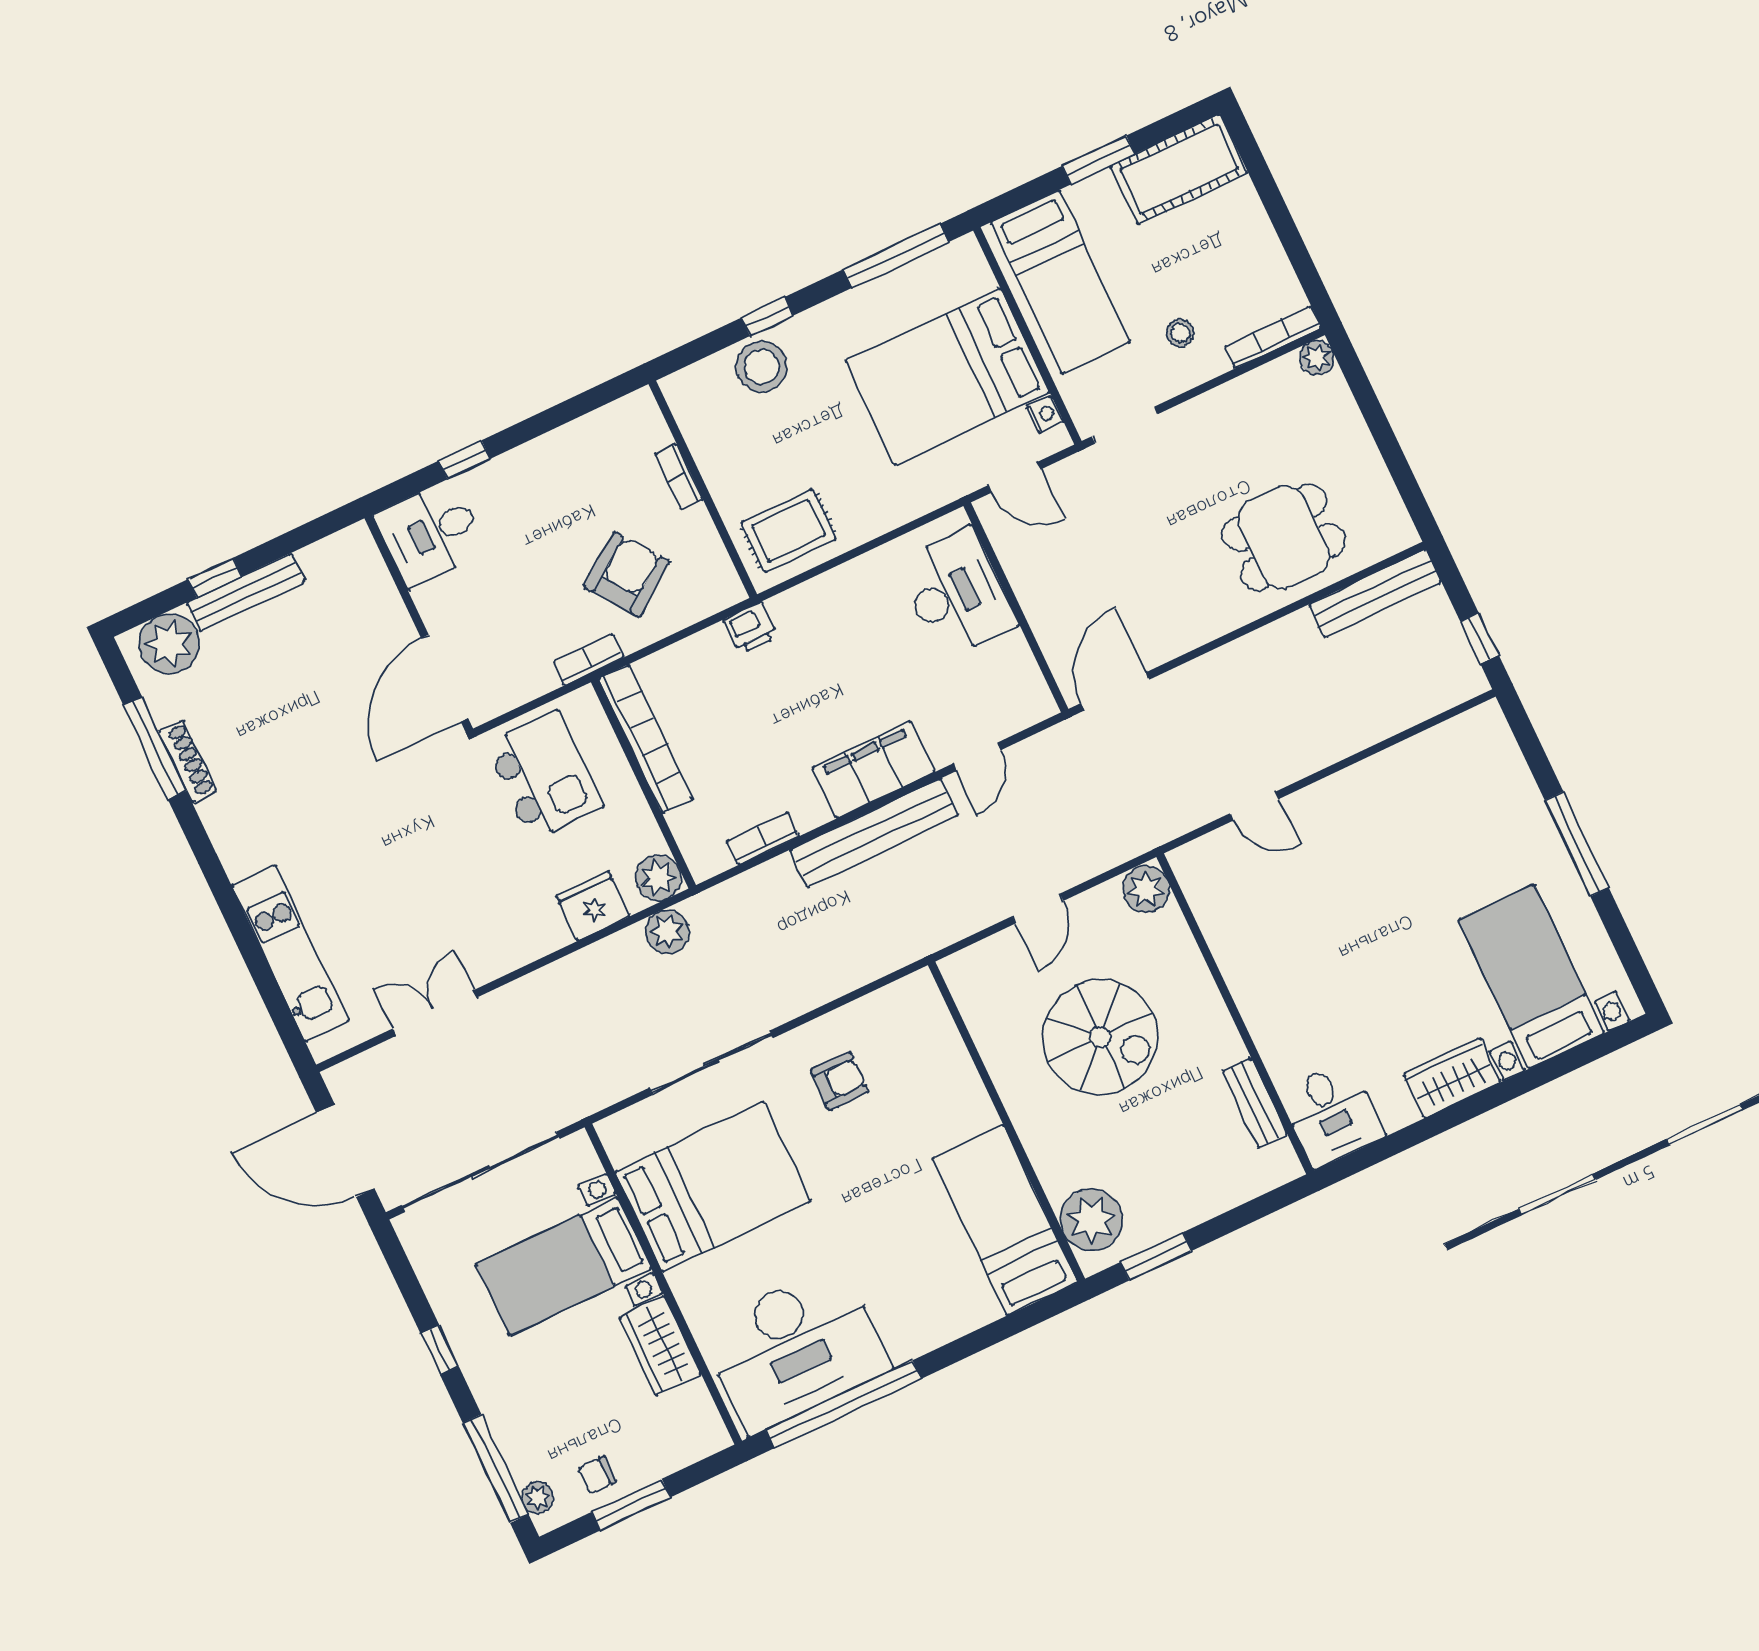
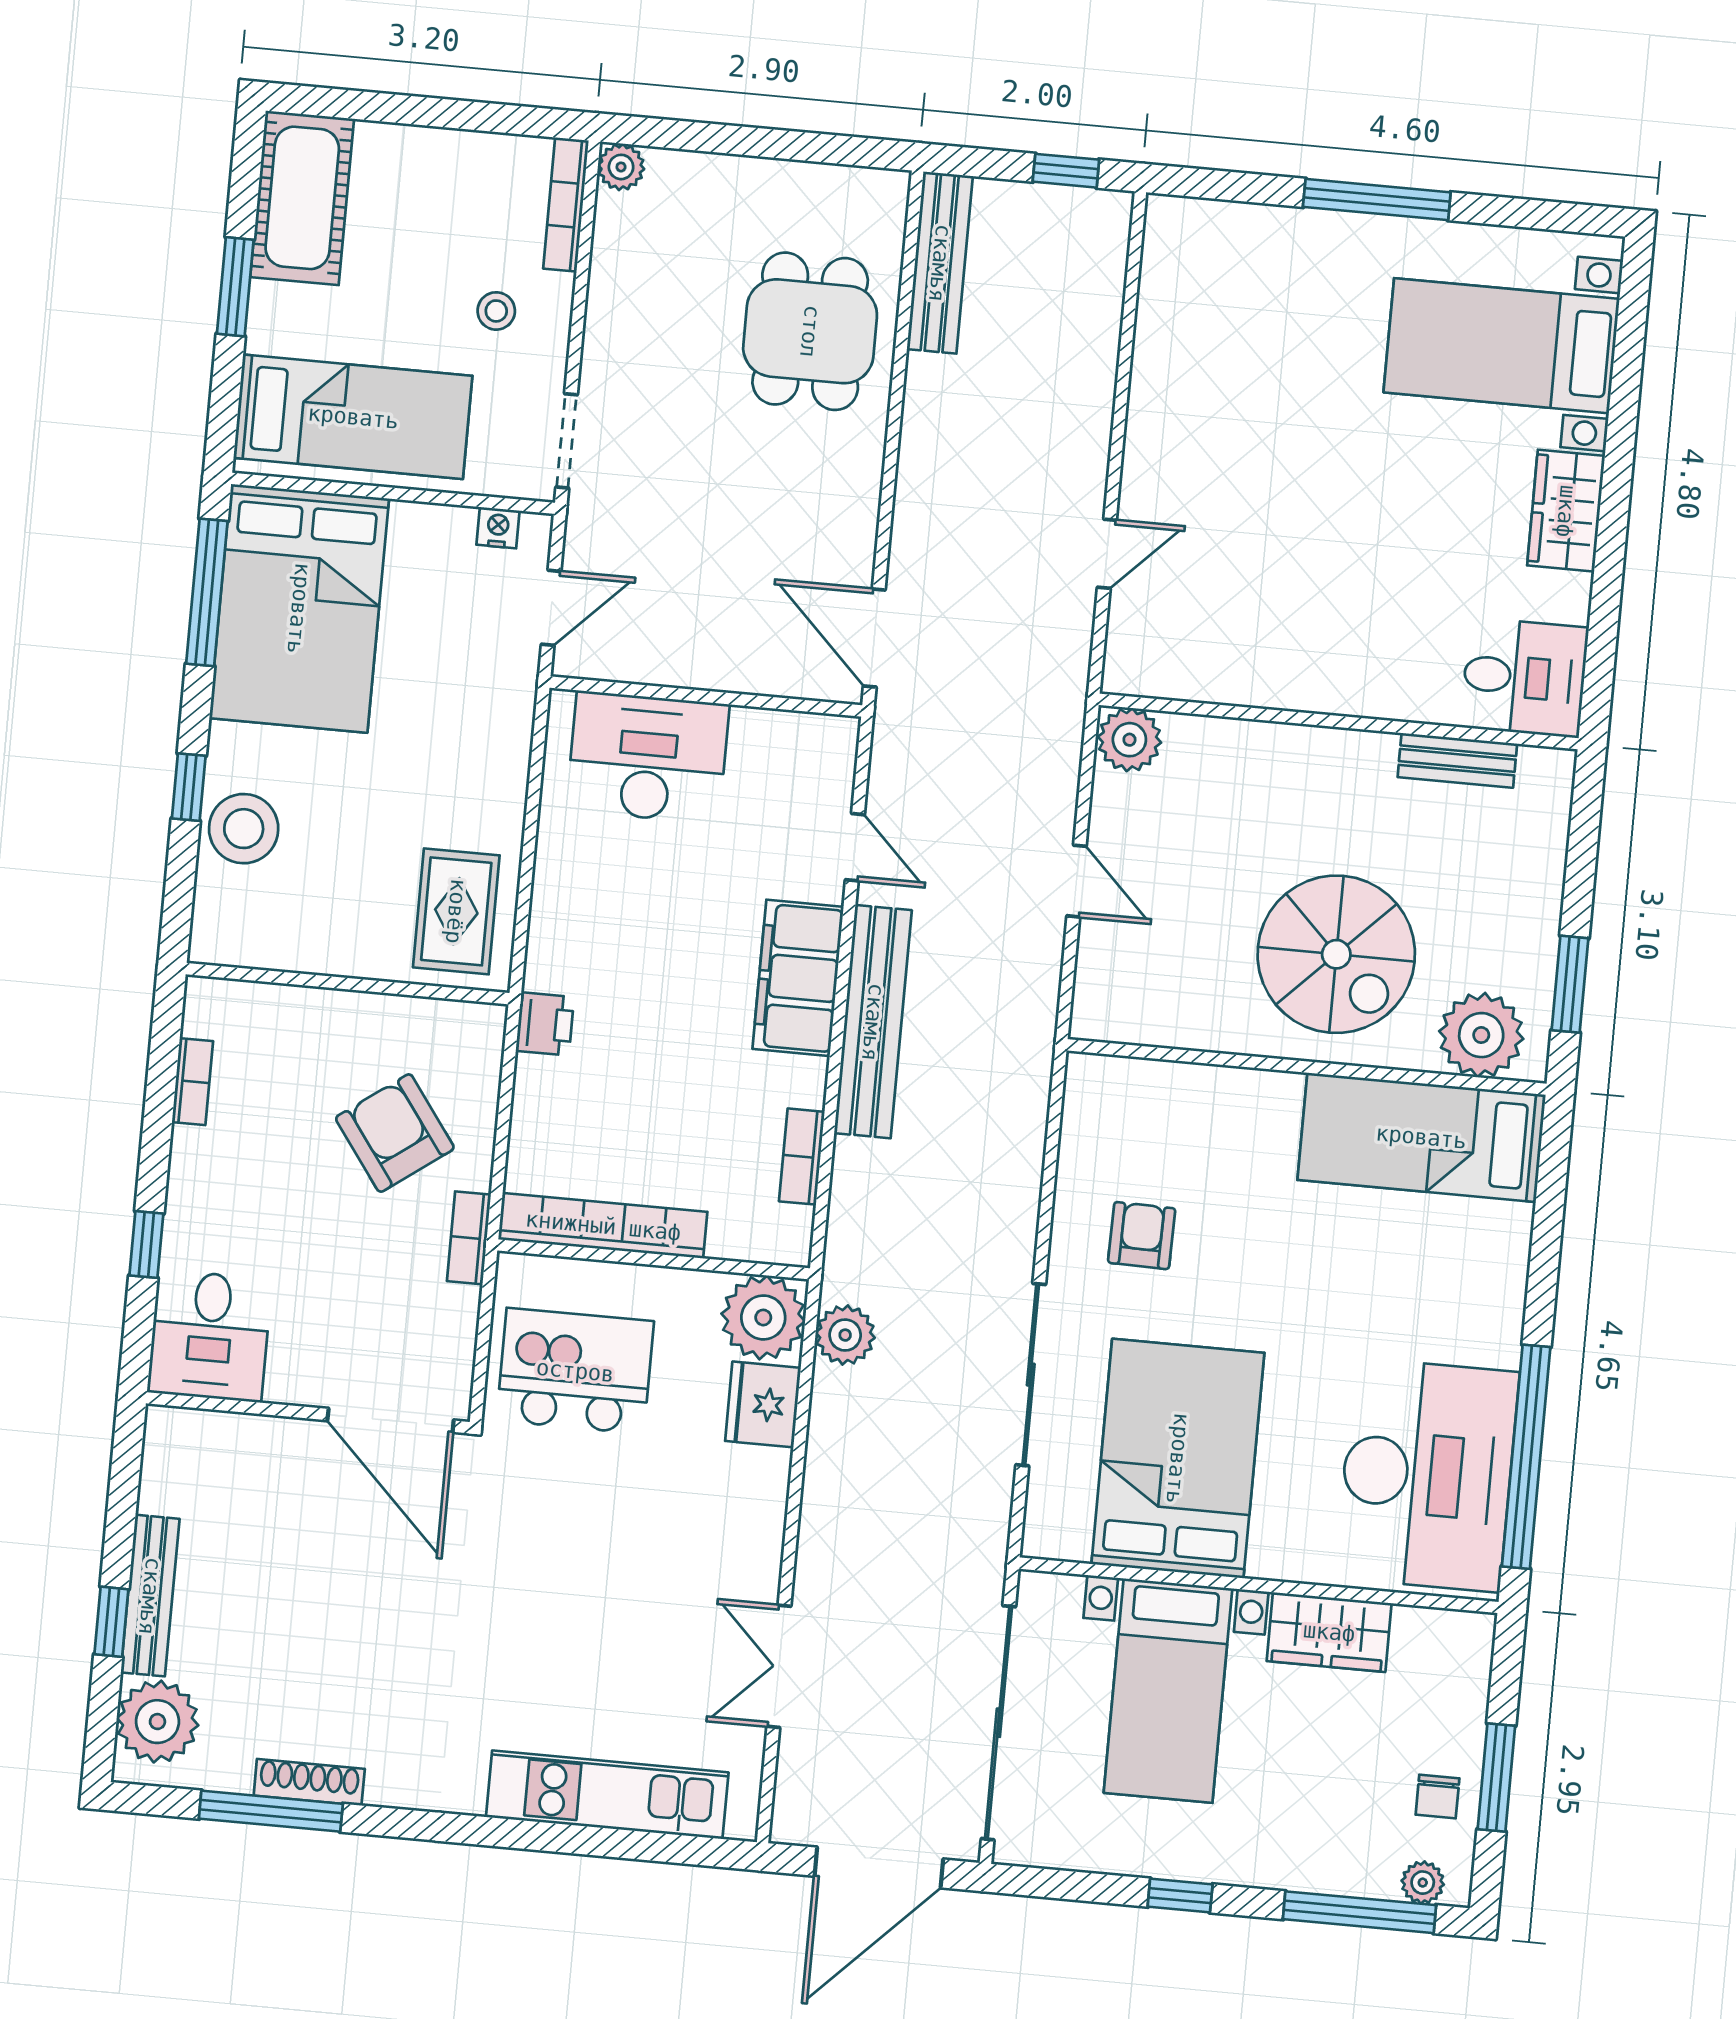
bed: (947, 377) -> (299, 608), moved
bookcase: (679, 477) -> (192, 1082), moved, turned -90
plant: (659, 878) -> (763, 1317), width x1.36, depth x1.36
spiral stairs: (1100, 1037) -> (1336, 954), moved, turned 90

